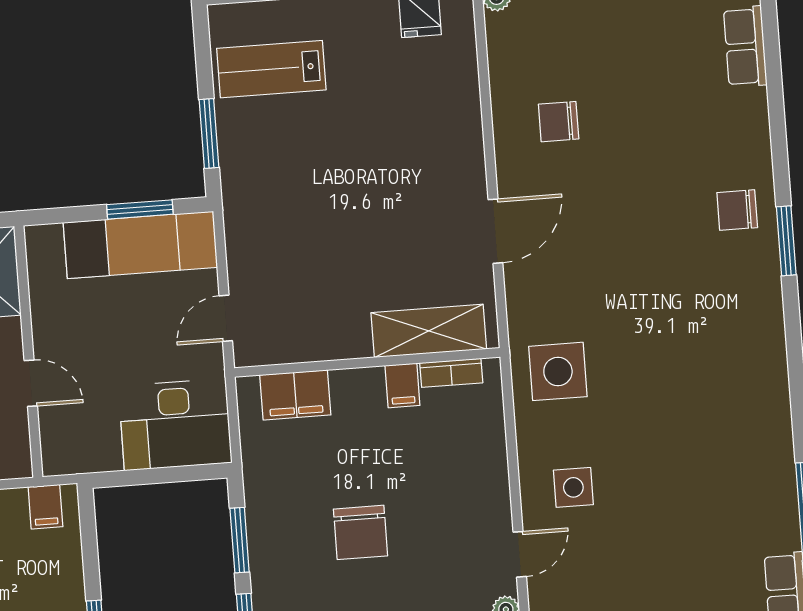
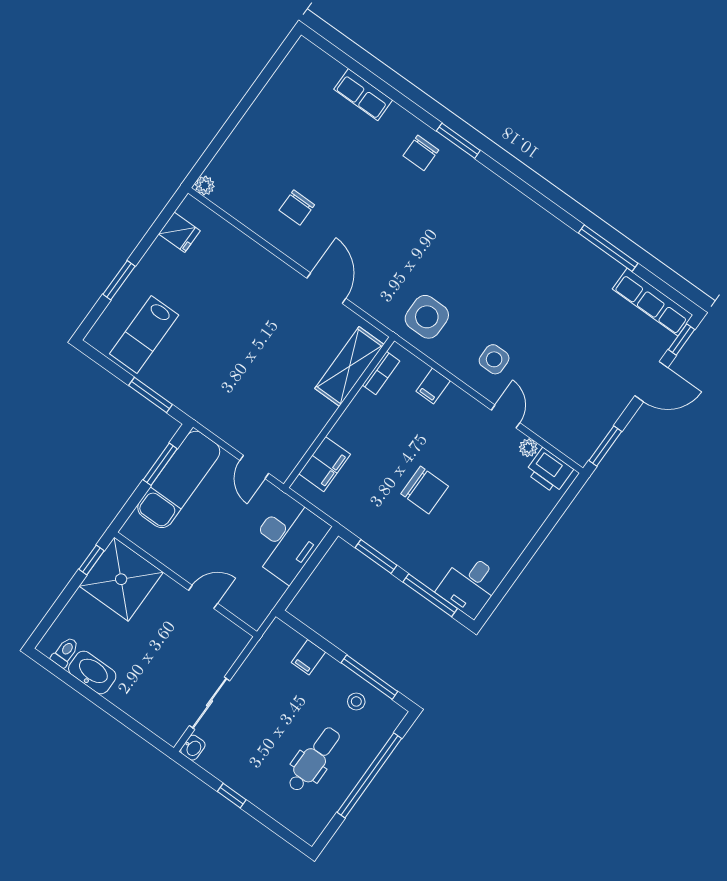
row of seats: (745, 47) -> (363, 95), moved
filing cabinet: (402, 385) -> (433, 386), moved, turned 90
filing cabinet: (45, 507) -> (308, 657), moved, turned 90

